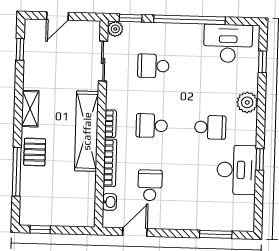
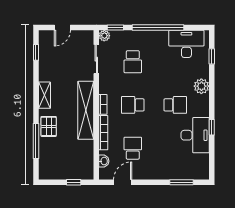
school desk: (153, 66) -> (133, 62), turned -90
window: (40, 229) -> (74, 182), moved

